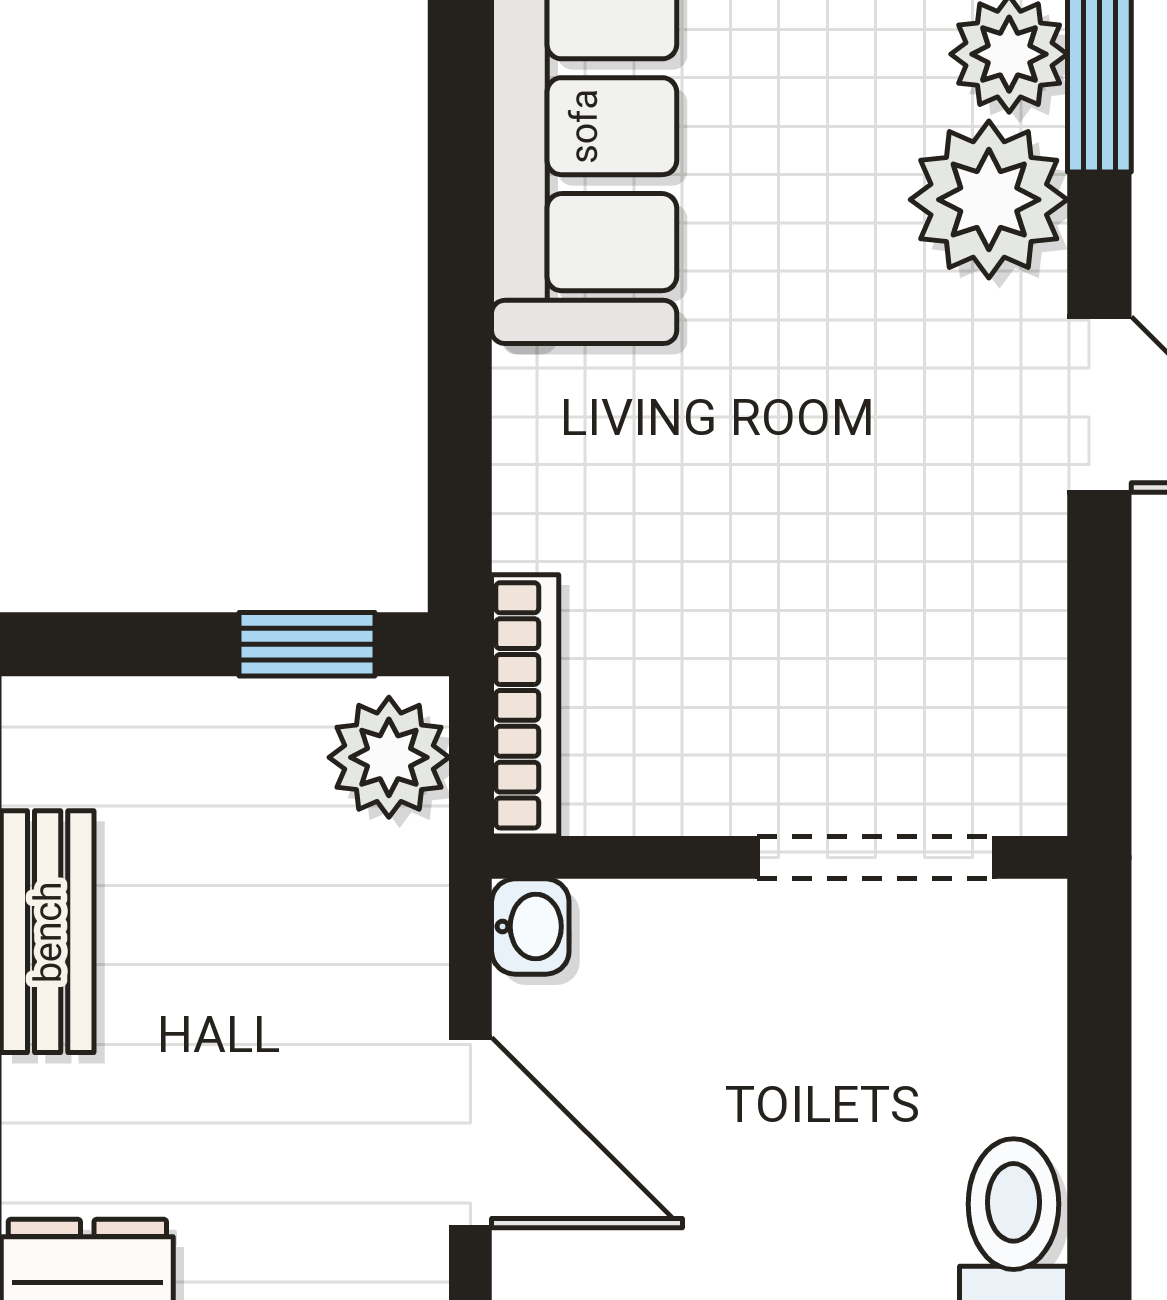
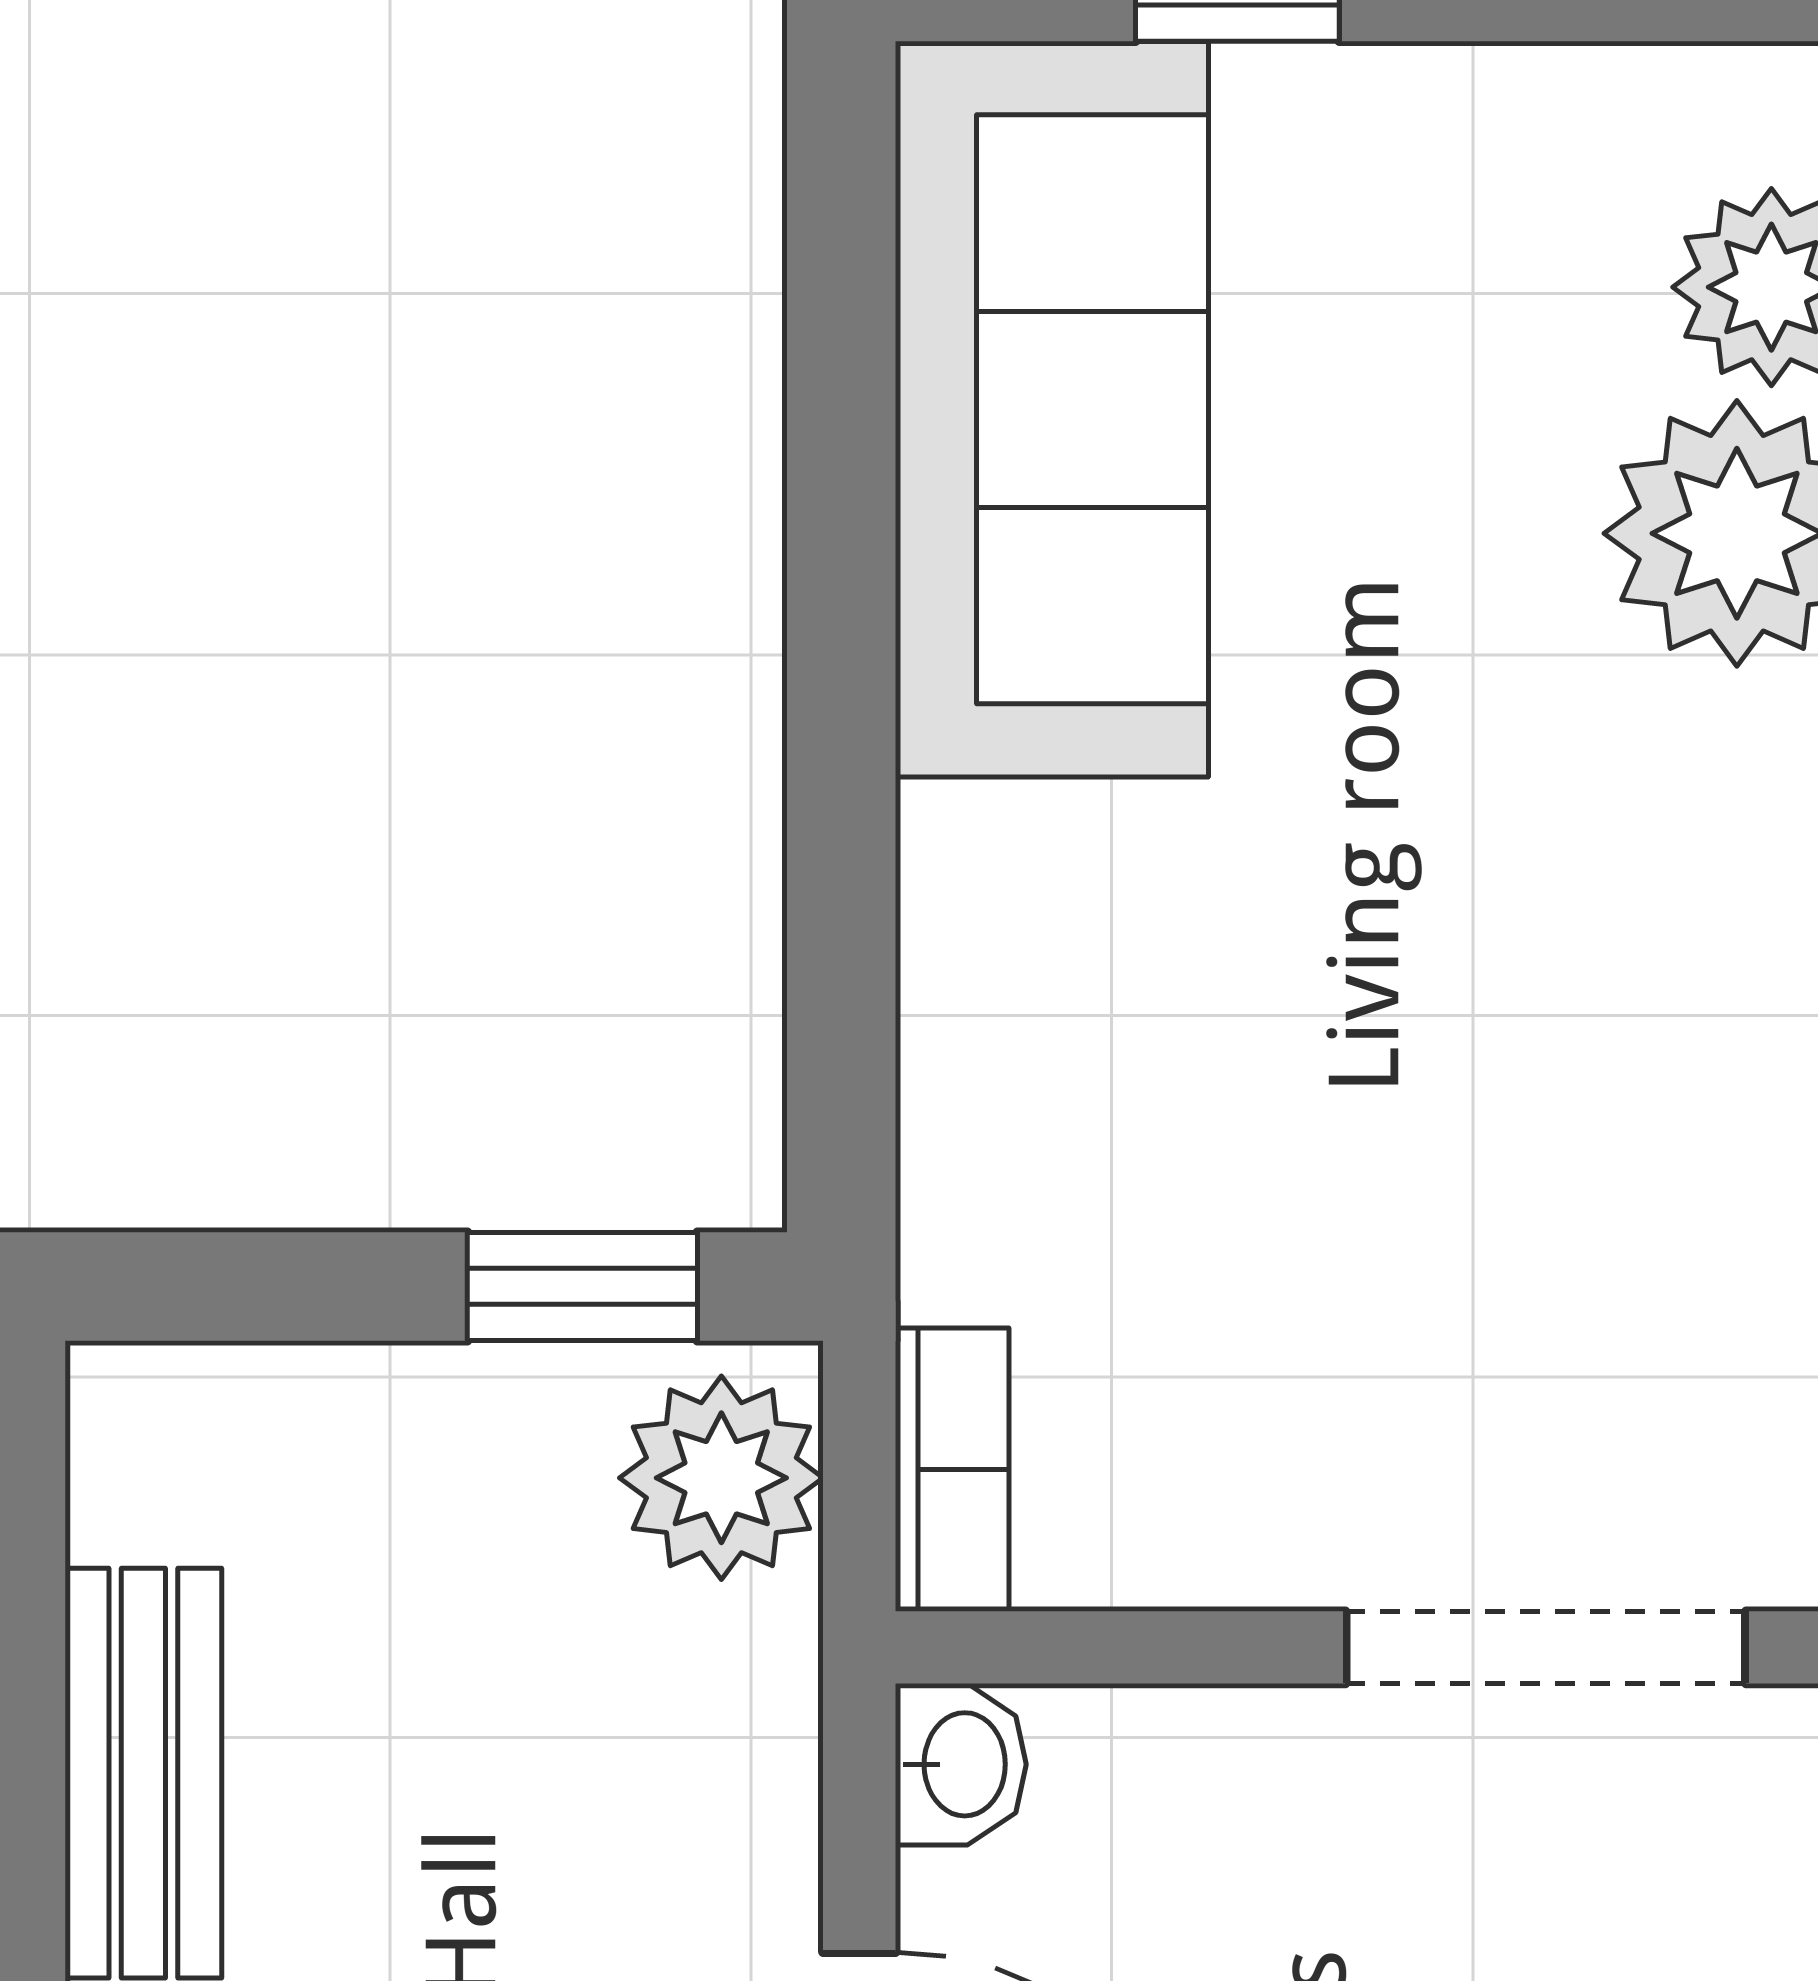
bookcase: (525, 705) -> (952, 1470), width x0.64

